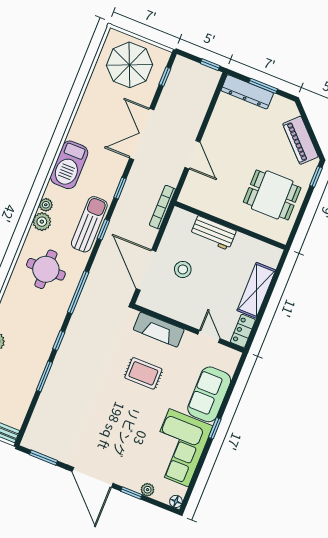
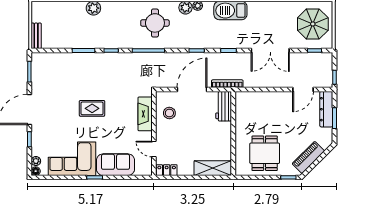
double door: (142, 134) -> (270, 50), swing flipped
door: (192, 155) -> (303, 90), moved
sun lounger: (89, 224) -> (196, 40), removed
workbench: (213, 233) -> (224, 106), moved
stool: (183, 269) -> (169, 113), moved
door: (146, 270) -> (192, 90), moved
shelving: (256, 290) -> (213, 168), moved
door: (209, 336) -> (154, 149), swing flipped
rug: (143, 373) -> (92, 108), moved, turned 90
plant: (148, 490) -> (36, 161), moved

